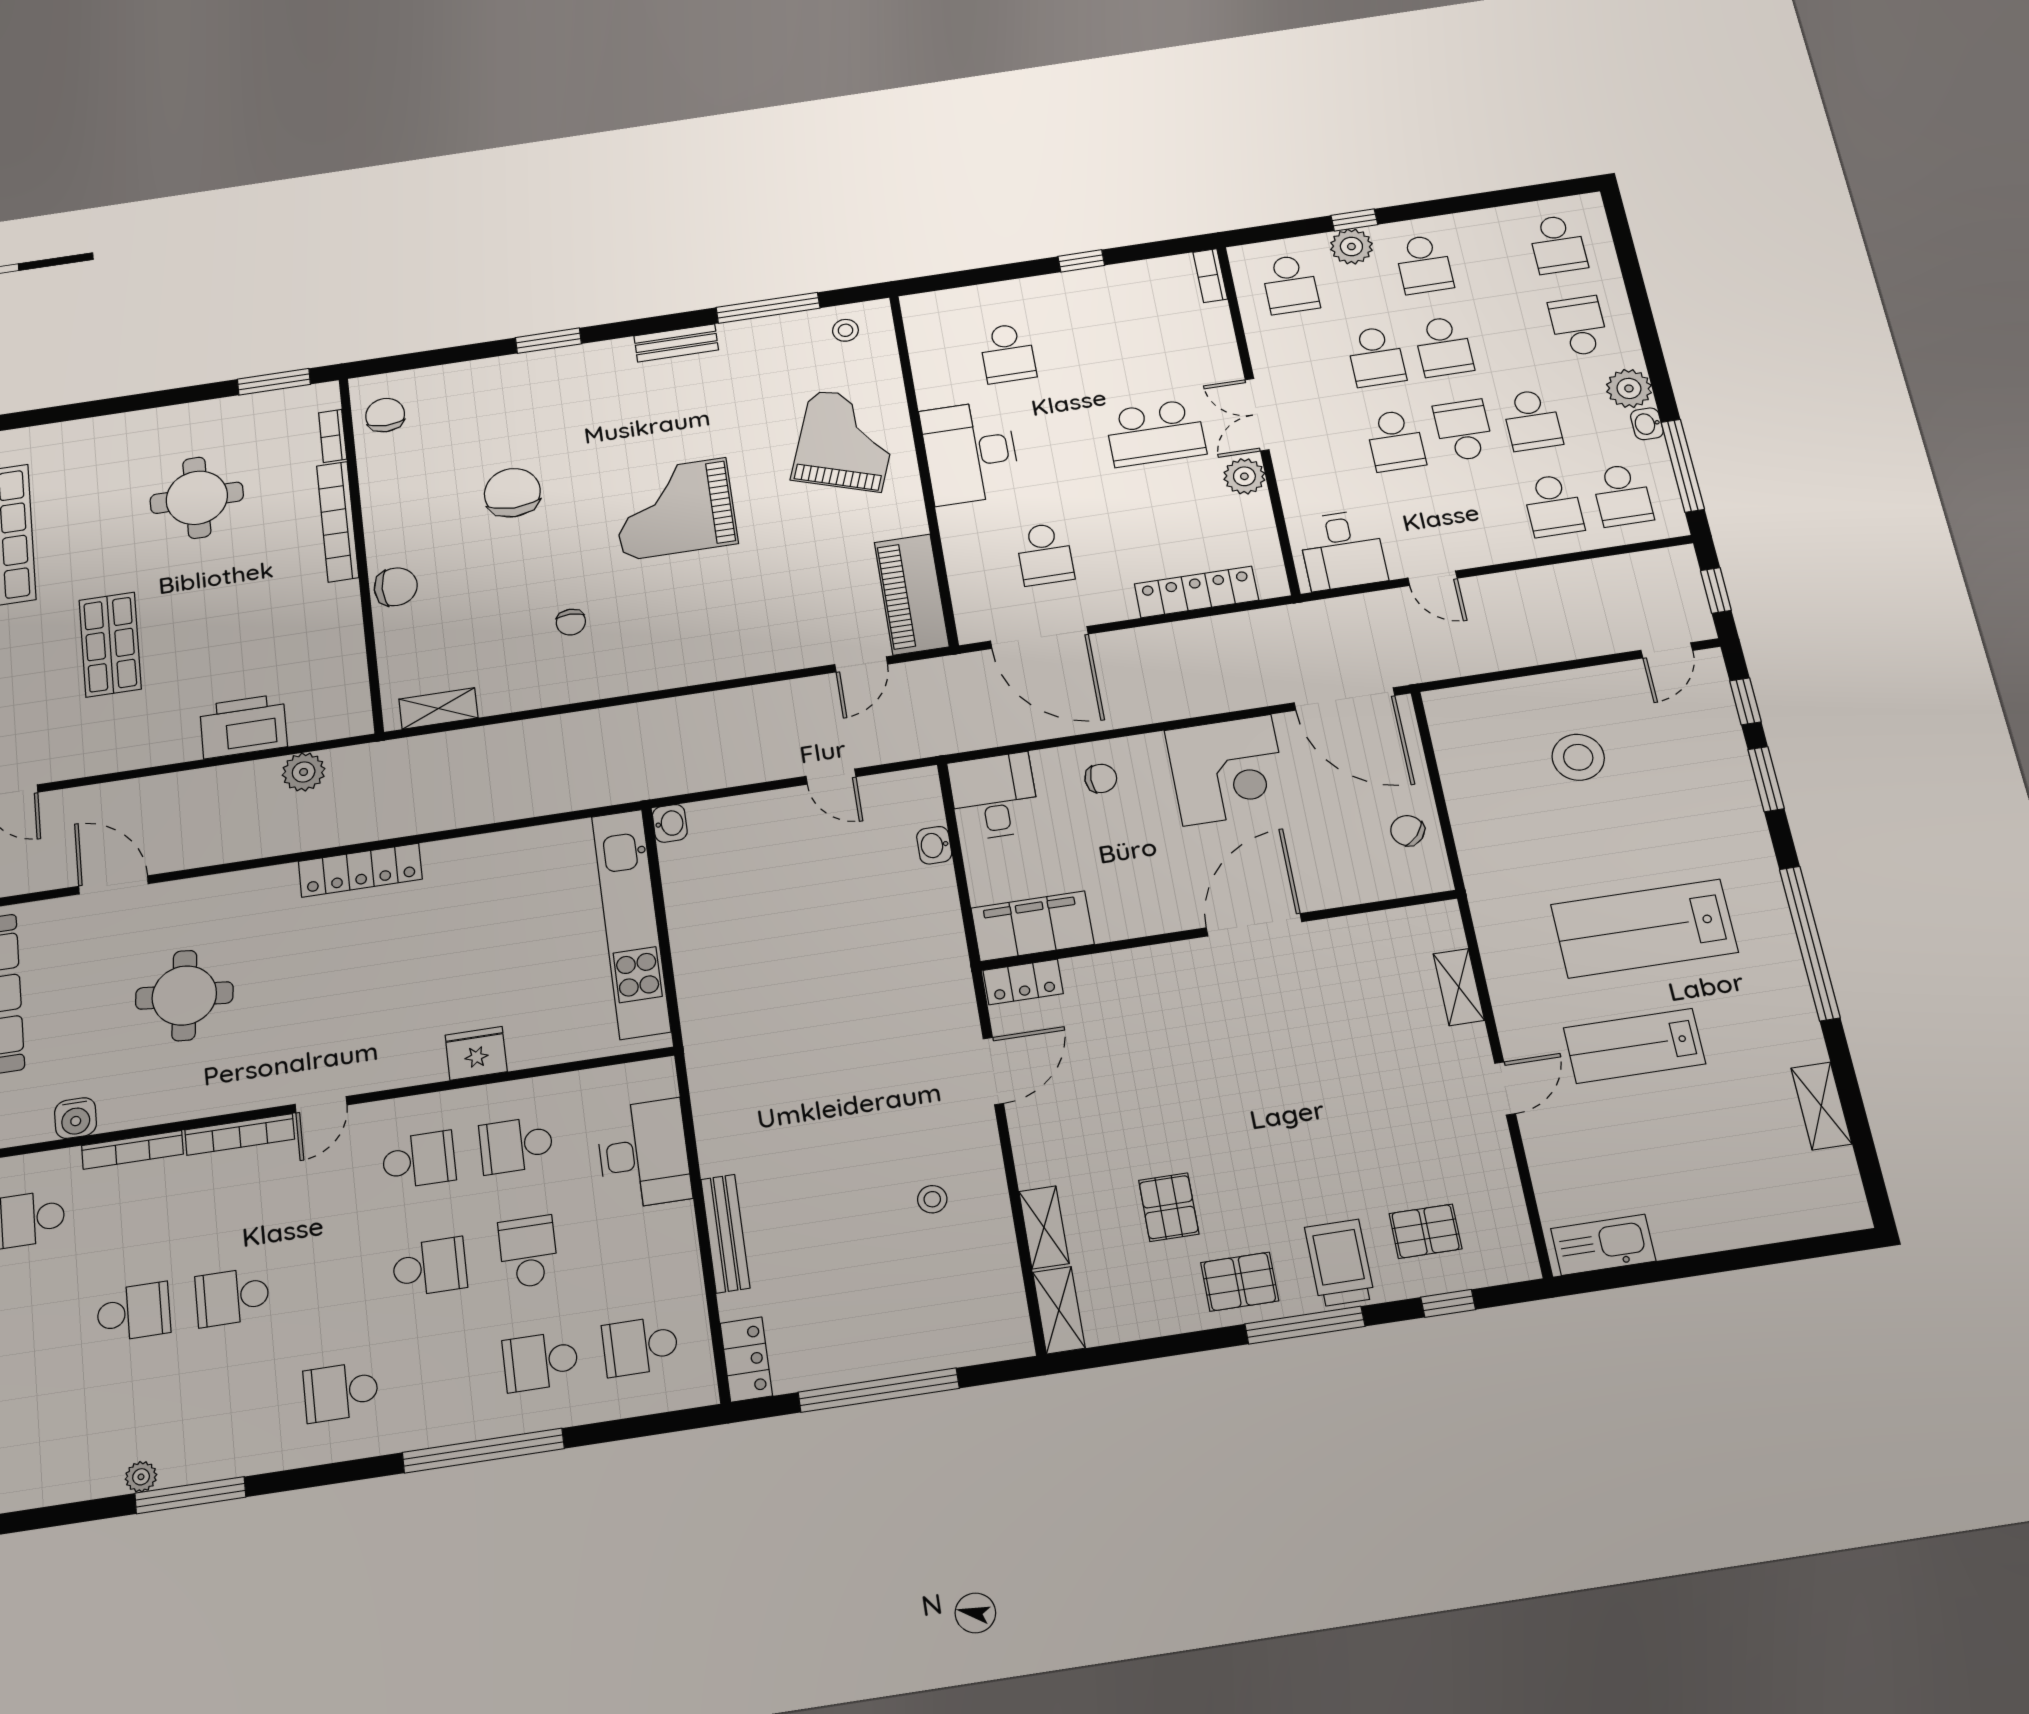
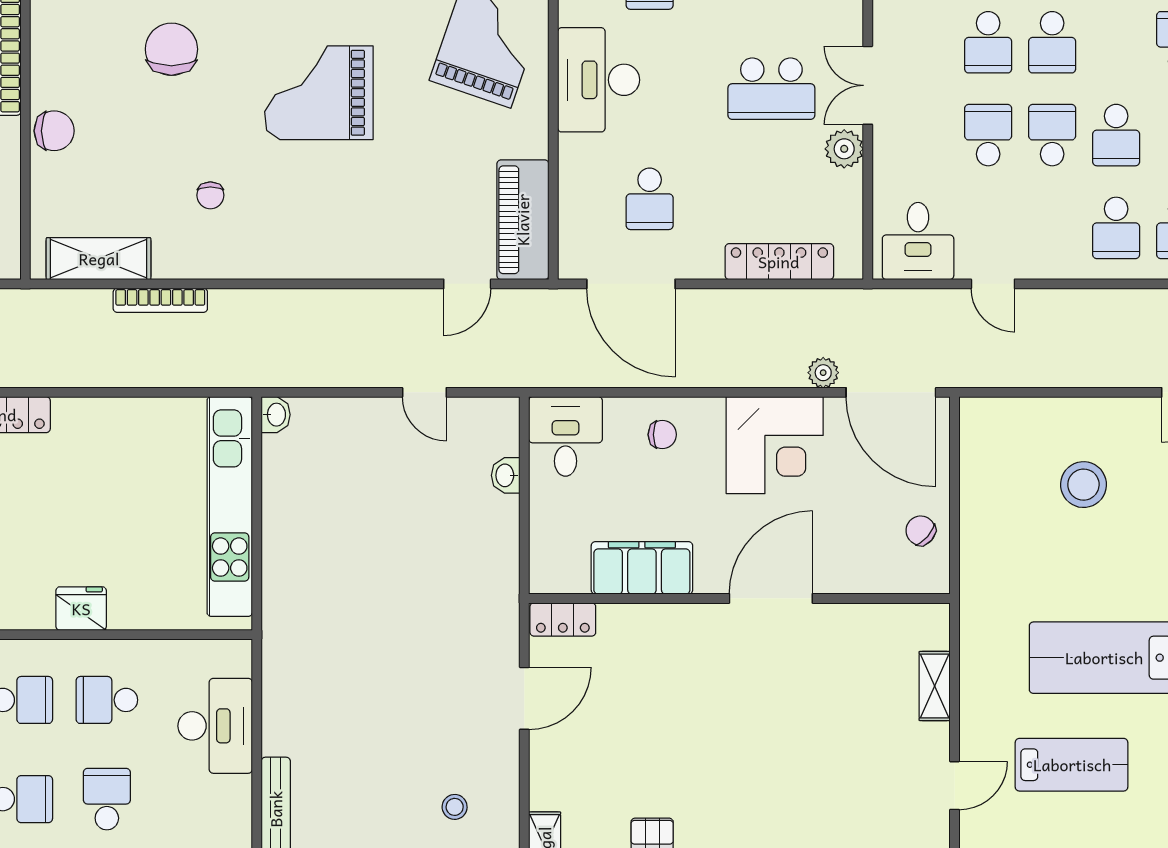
school desk: (1395, 441) -> (988, 135), turned 180
plant: (1266, 691) -> (823, 373), added
shelving: (438, 708) -> (99, 259), width x1.50, depth x1.33
bookcase: (529, 731) -> (160, 300), added
filing cabinet: (1032, 926) -> (642, 568), moved
lab bench: (1634, 1046) -> (1072, 765), turned 180

